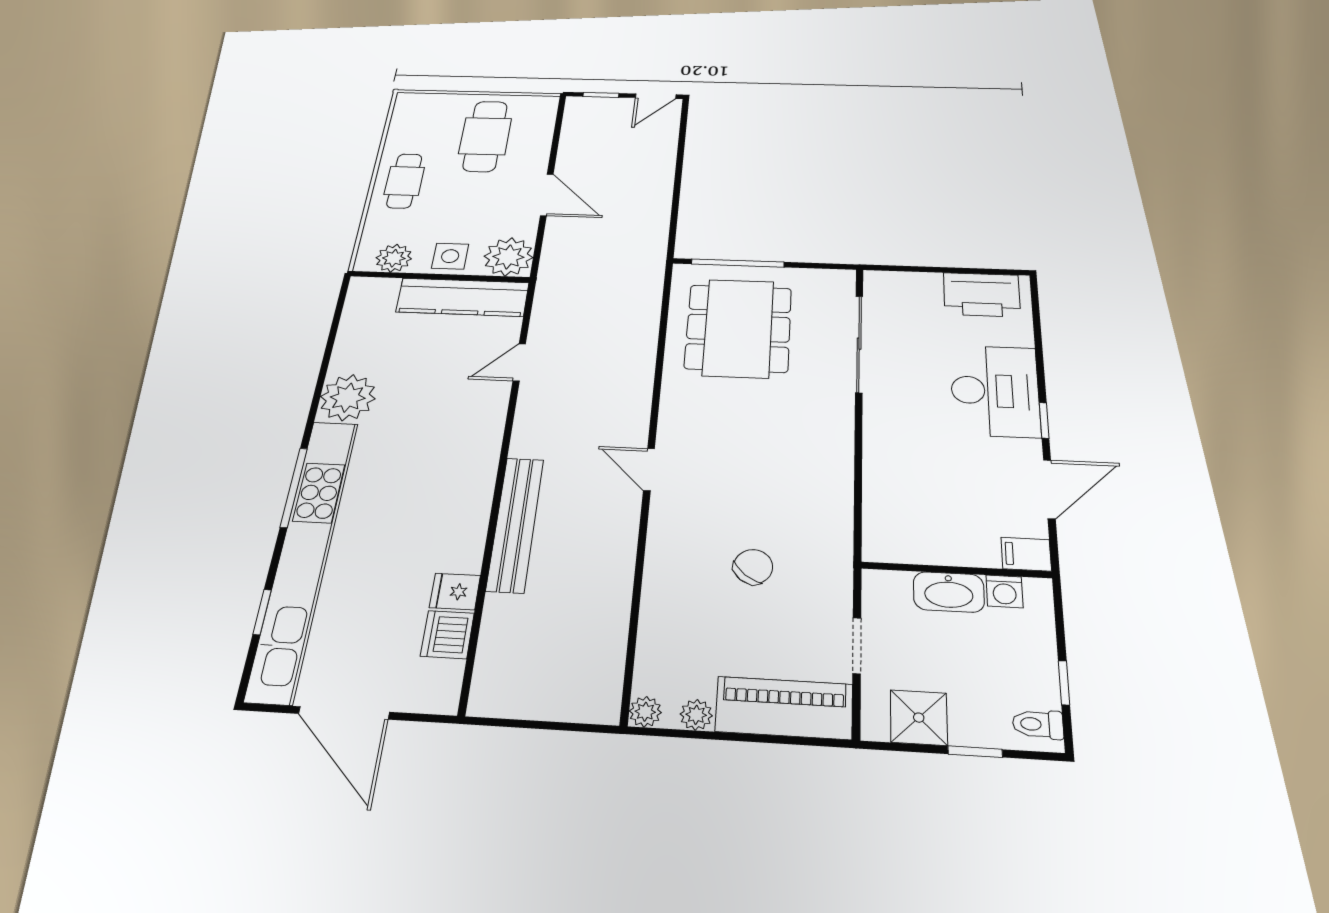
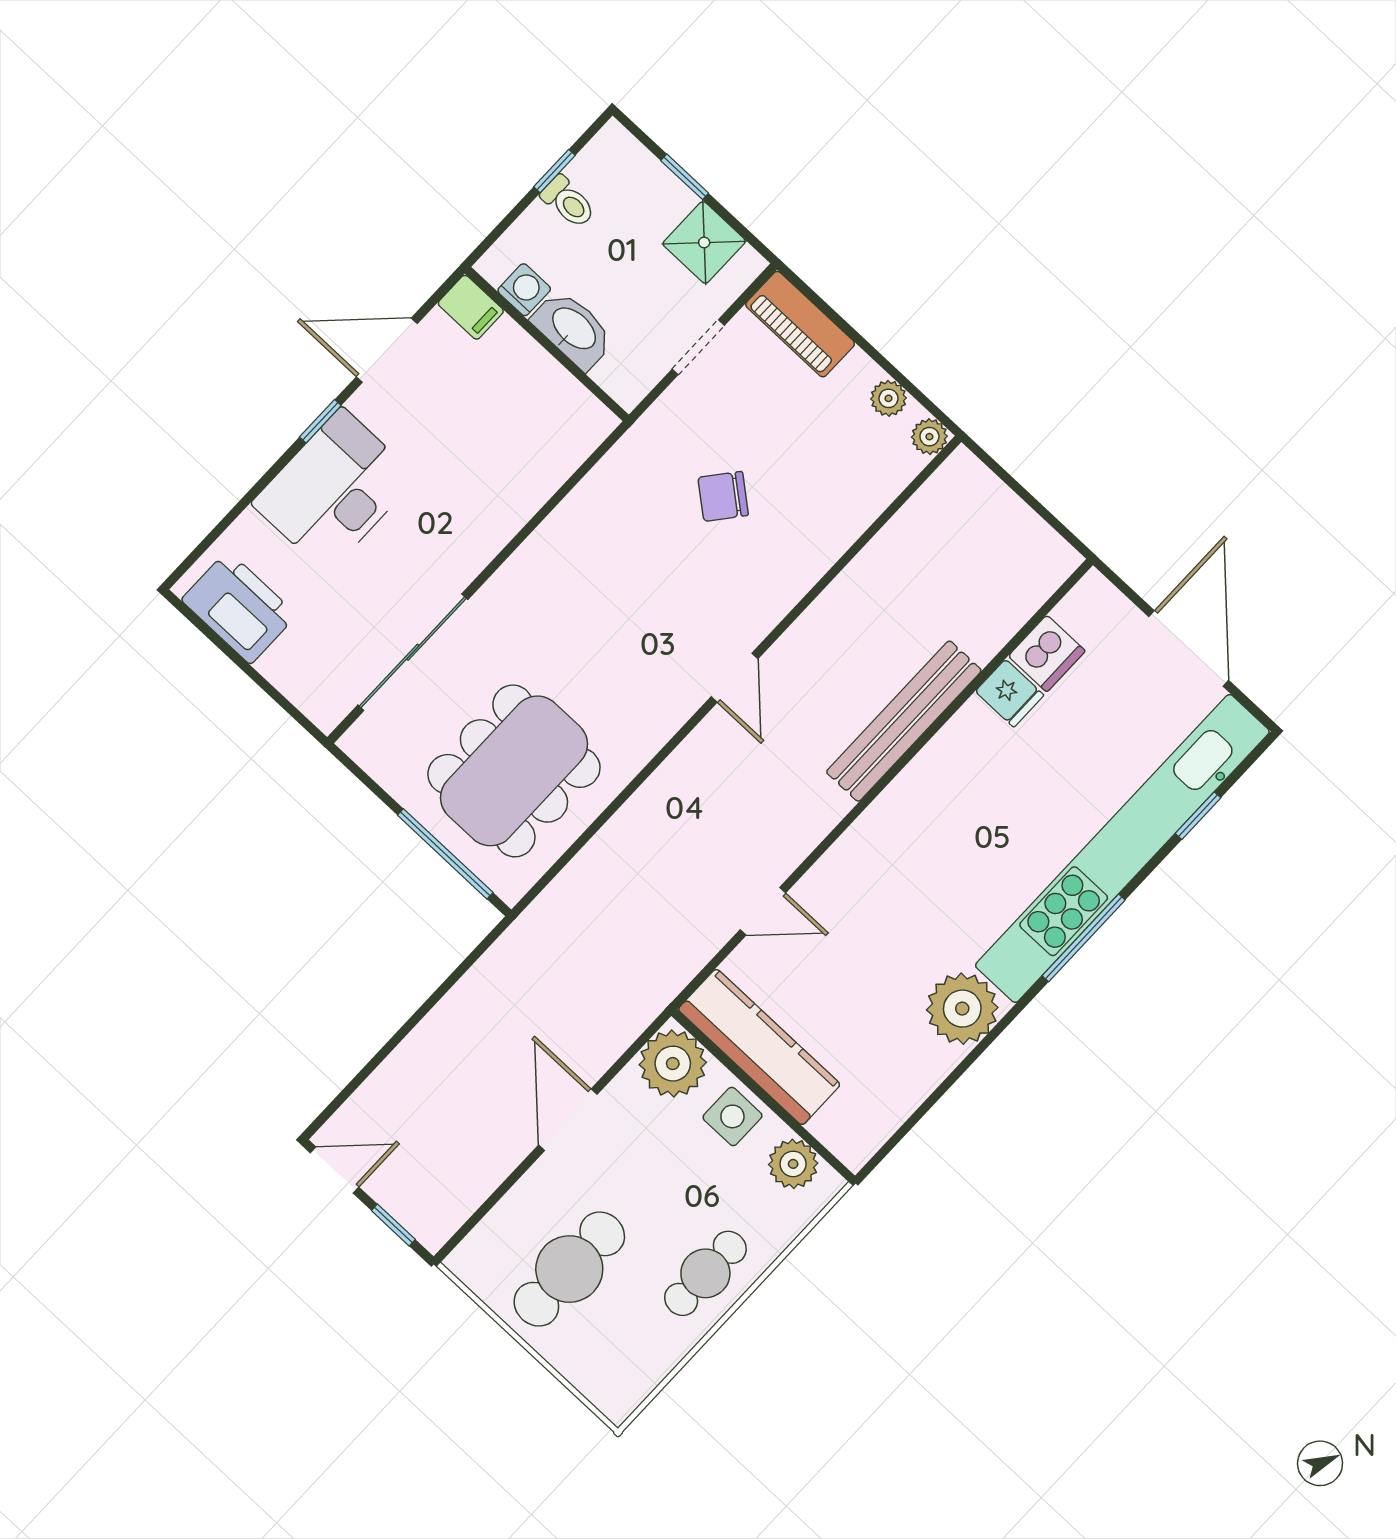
piano: (784, 708) -> (800, 324), width x0.73, depth x0.75
toilet: (1038, 724) -> (568, 202), moved

